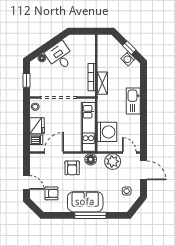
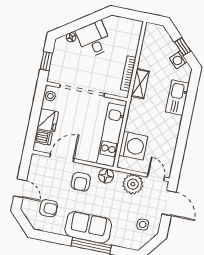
kitchen sink: (133, 101) -> (177, 98), moved

